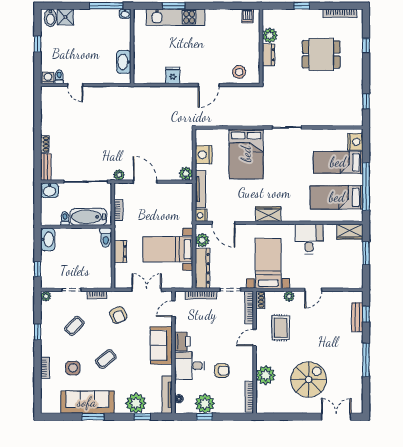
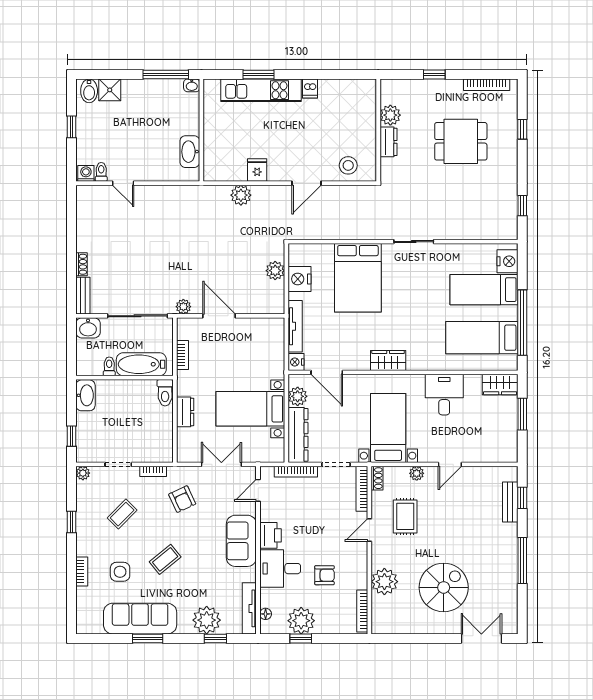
dishwasher: (248, 16) -> (310, 89), moved
plant: (161, 94) -> (241, 195), added
plant: (186, 173) -> (275, 271), moved

